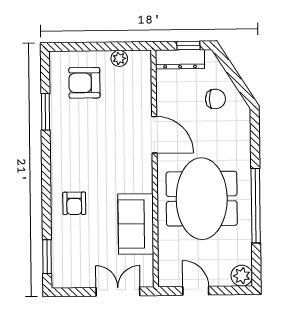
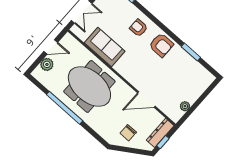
armchair: (84, 83) -> (161, 45), moved, turned 90
door: (154, 135) -> (146, 100), moved
plant: (242, 276) -> (47, 64), moved

